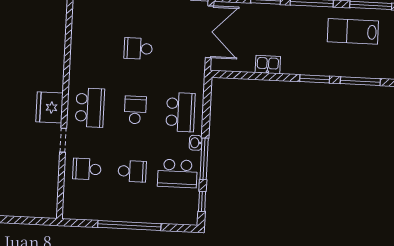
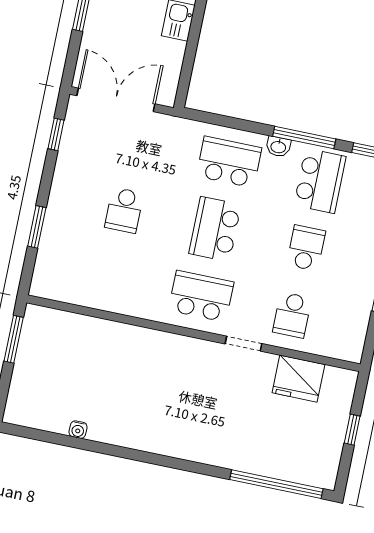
fridge: (49, 107) -> (298, 379), moved
school desk: (135, 110) -> (215, 229), width x1.85
window: (18, 220) -> (352, 430), added

